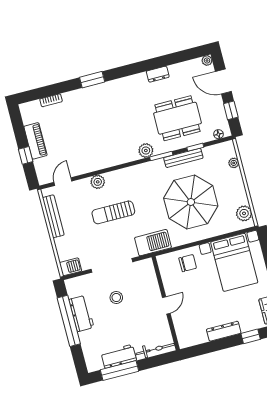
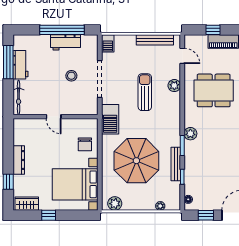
dining table: (178, 118) -> (214, 90), moved, turned 90

